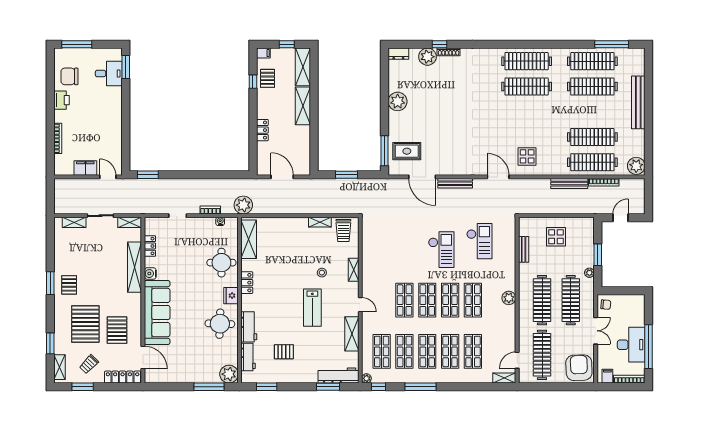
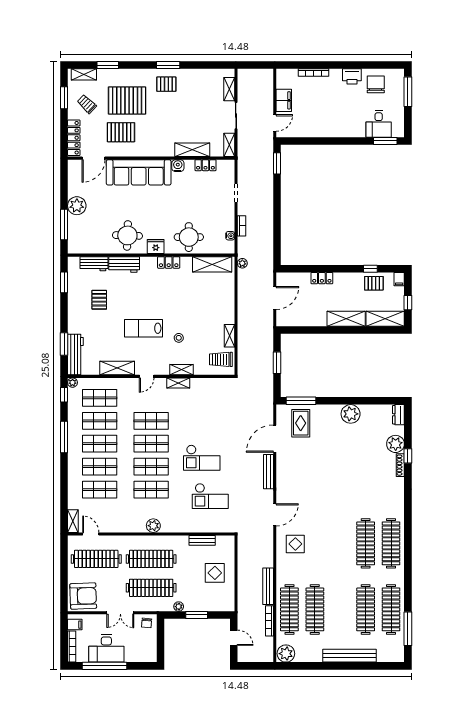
plant: (243, 205) -> (242, 263), width x0.53, depth x0.53
shelving: (135, 267) -> (192, 150), width x0.68
shelving: (367, 273) -> (178, 383), added
plant: (229, 374) -> (77, 206), moved

